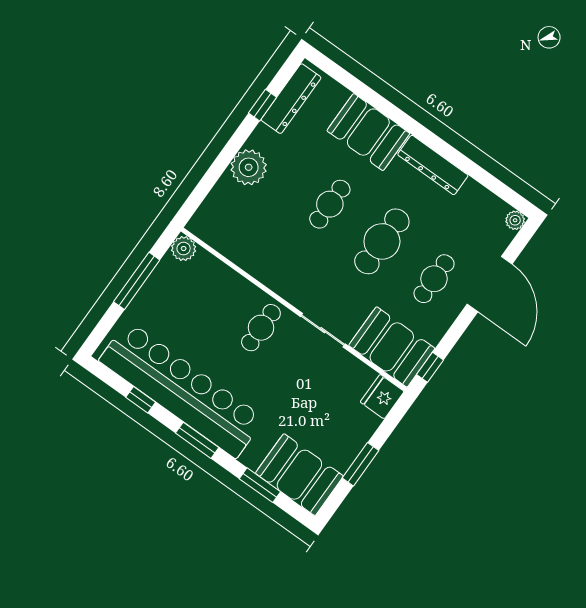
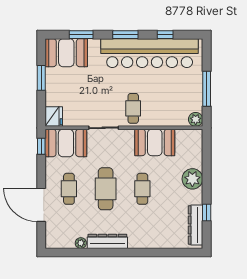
booth: (368, 132) -> (155, 142), moved
plant: (515, 220) -> (81, 243), moved

